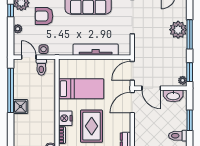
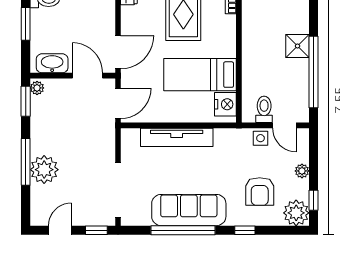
armchair: (44, 16) -> (260, 191), turned 90
nightstand: (65, 118) -> (225, 104), moved

